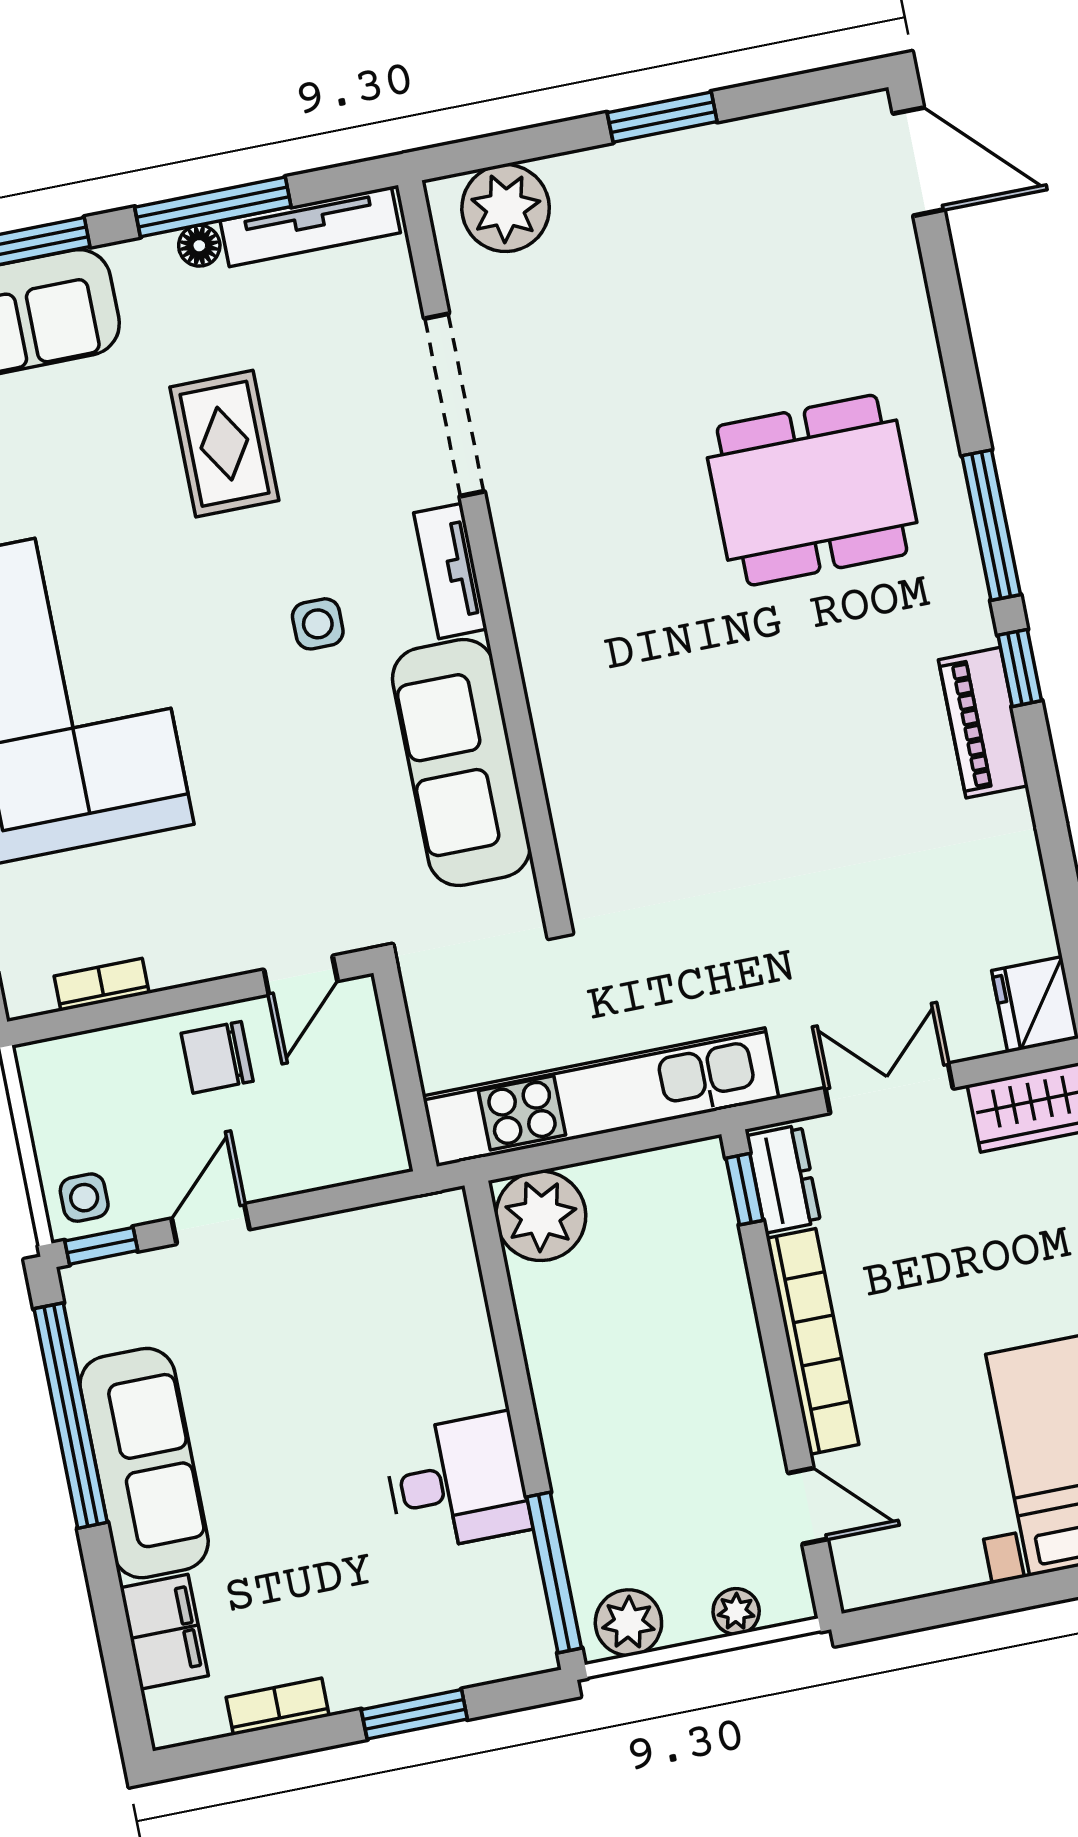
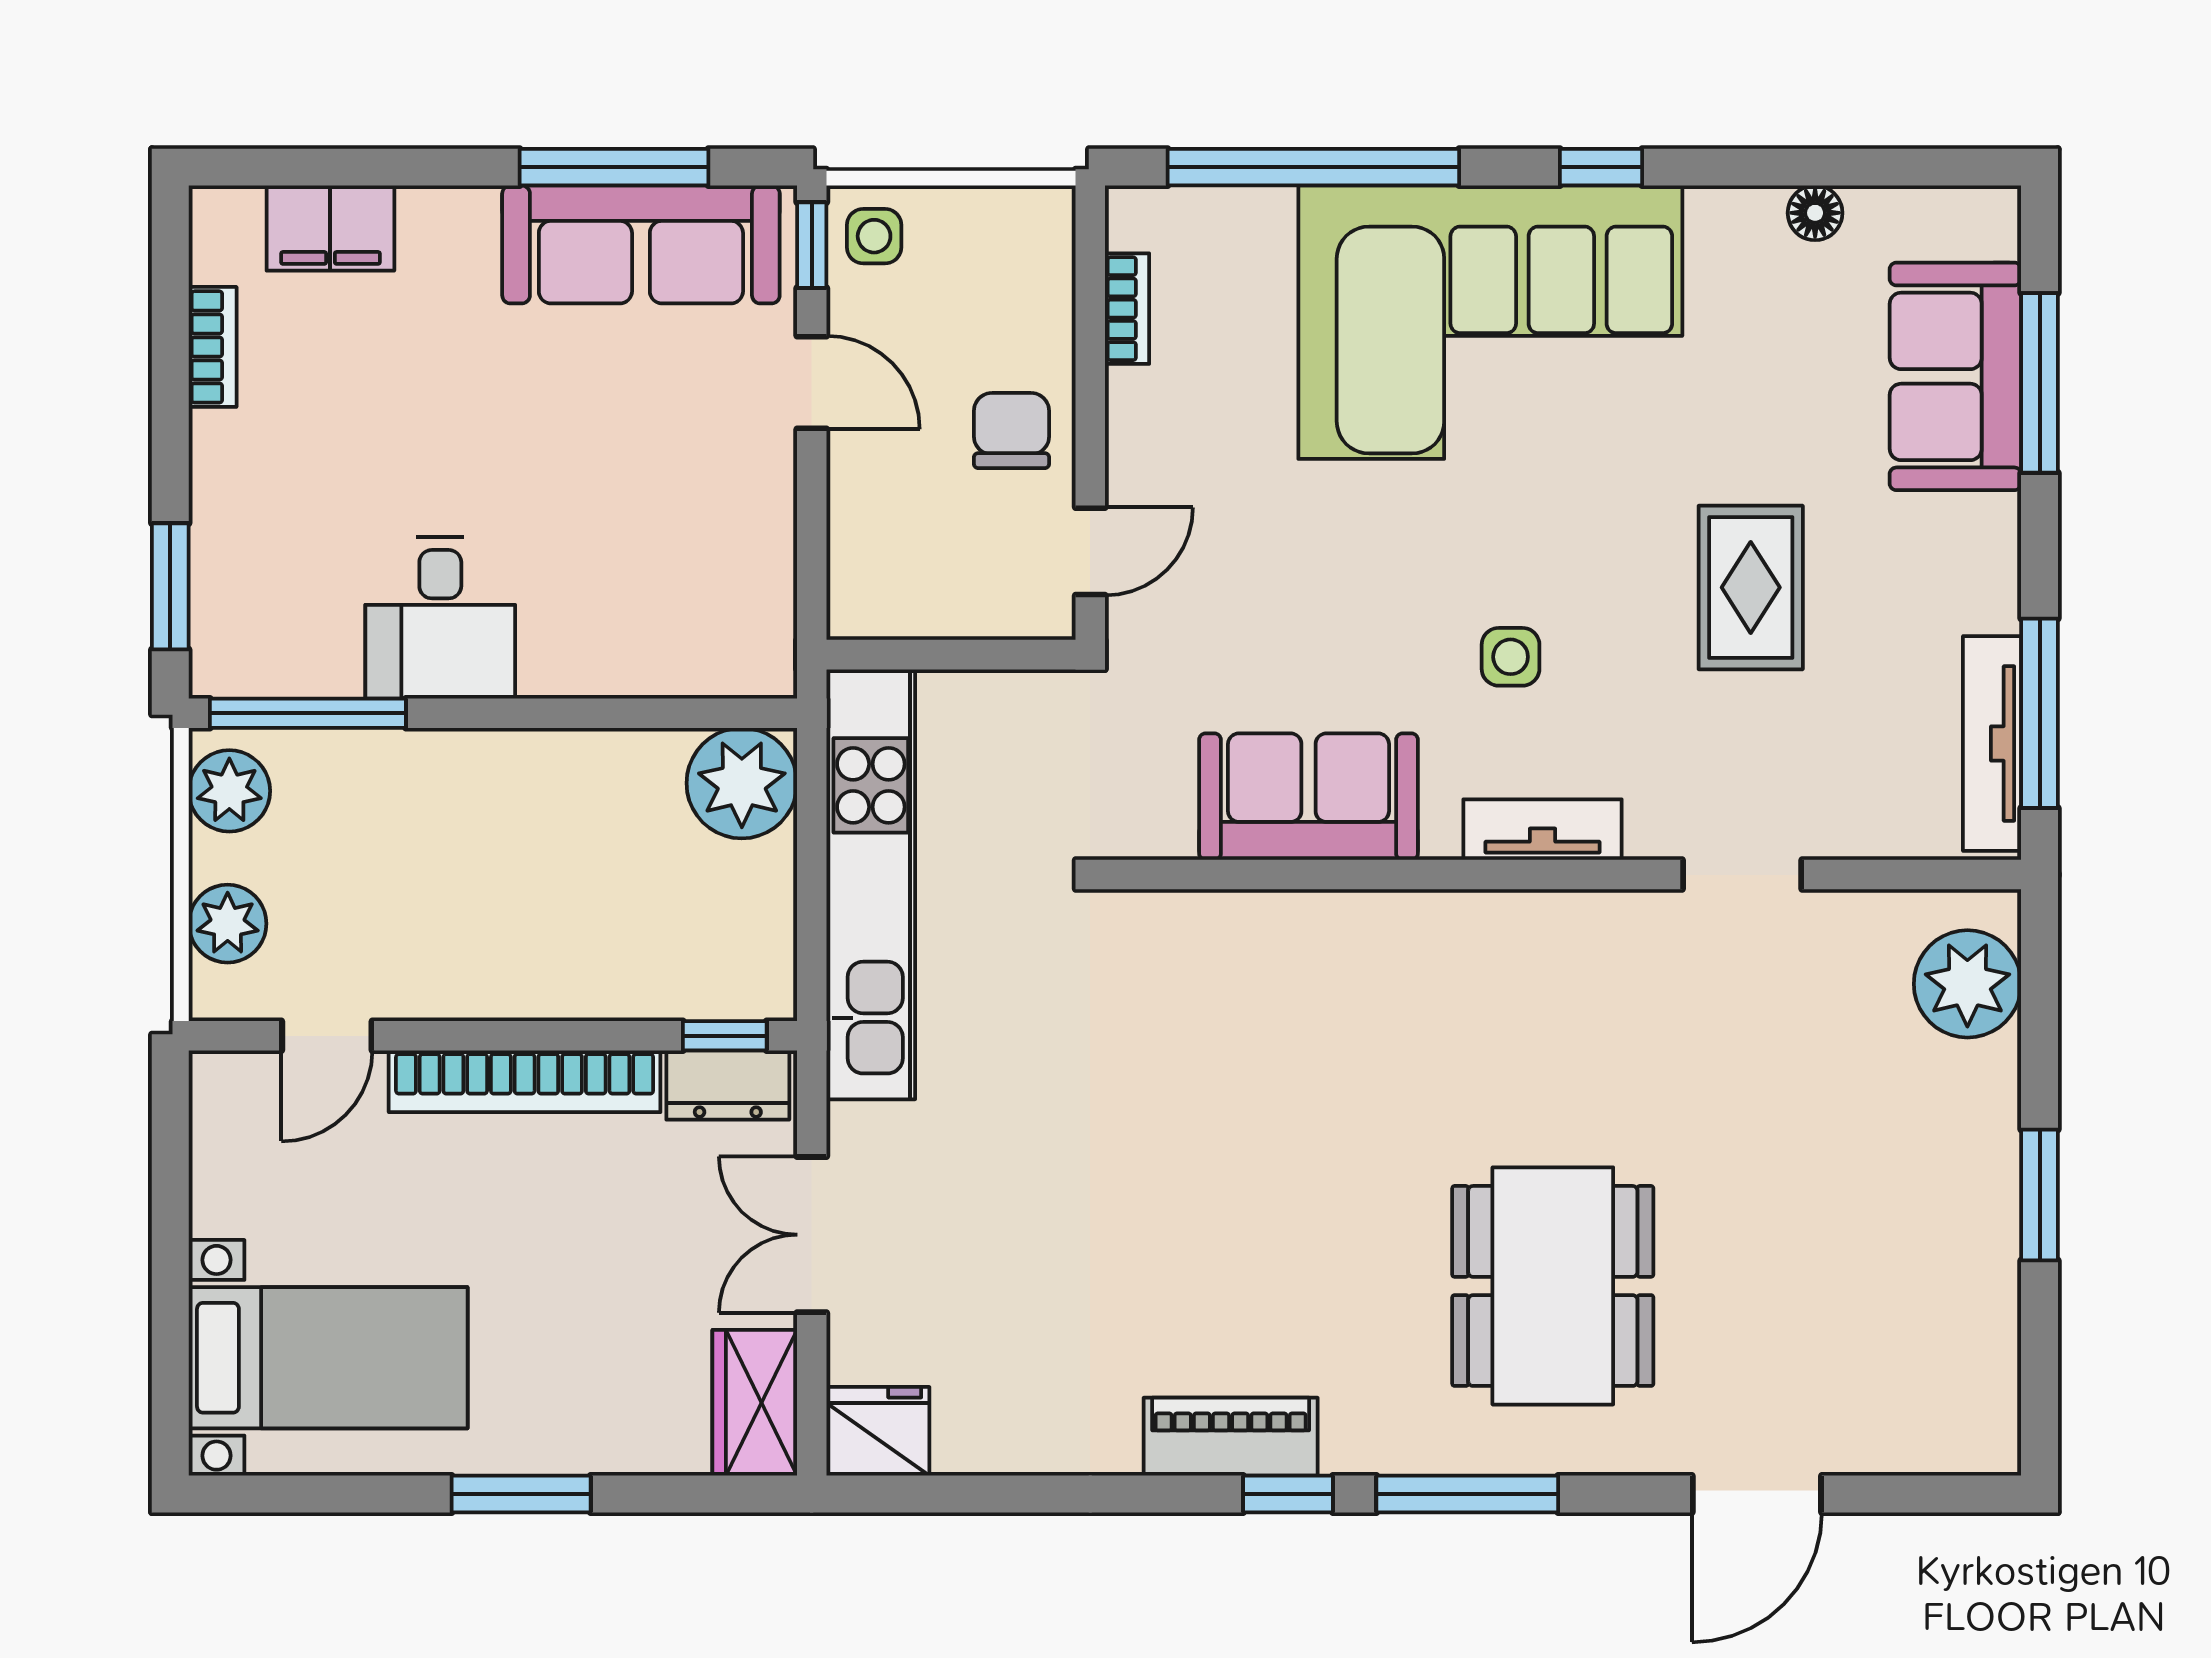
door: (919, 162) -> (1757, 1494), moved
window: (213, 207) -> (2040, 713), moved
floor lamp: (199, 246) -> (1996, 605), removed
doorway: (454, 405) -> (1742, 875), width x0.53
rug: (224, 444) -> (1751, 587), turned 90
sofa: (461, 763) -> (1308, 797), width x0.73
door: (301, 975) -> (1090, 551), swing flipped
double door: (889, 1088) -> (812, 1235), swing flipped
window: (71, 1416) -> (614, 167), width x0.68
sofa: (144, 1463) -> (641, 244), moved
plant: (736, 1611) -> (228, 924), width x1.38, depth x1.38
window: (414, 1714) -> (170, 586), moved

